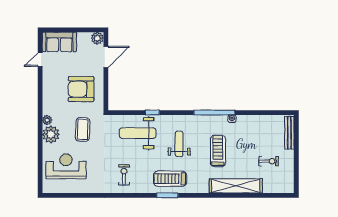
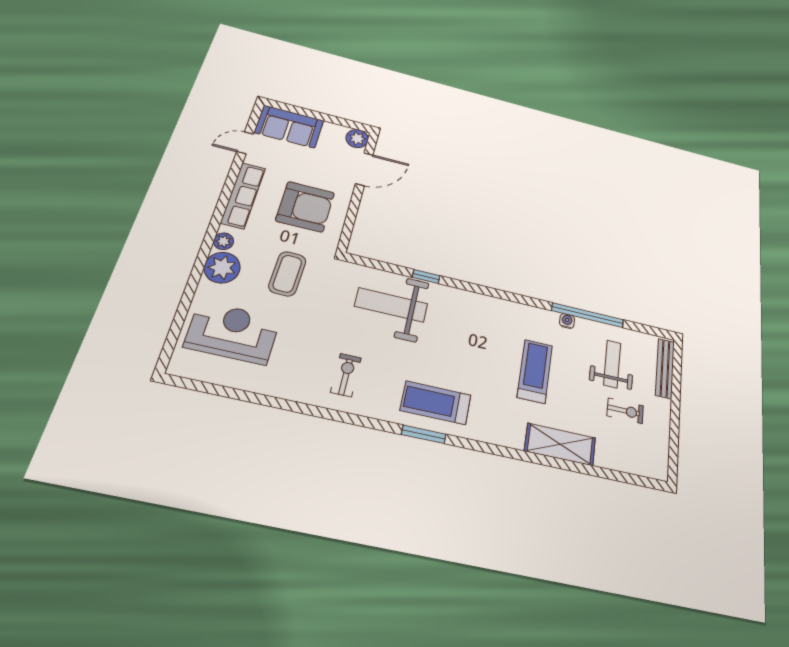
armchair: (81, 89) -> (305, 207), turned 180
row of seats: (49, 91) -> (243, 195), added
window: (214, 113) -> (588, 315), moved
weight bench: (179, 144) -> (612, 364), moved
shelving: (236, 186) -> (560, 444), width x0.68

